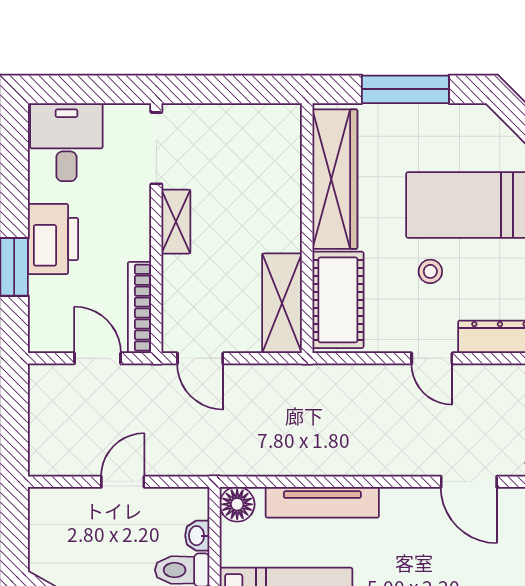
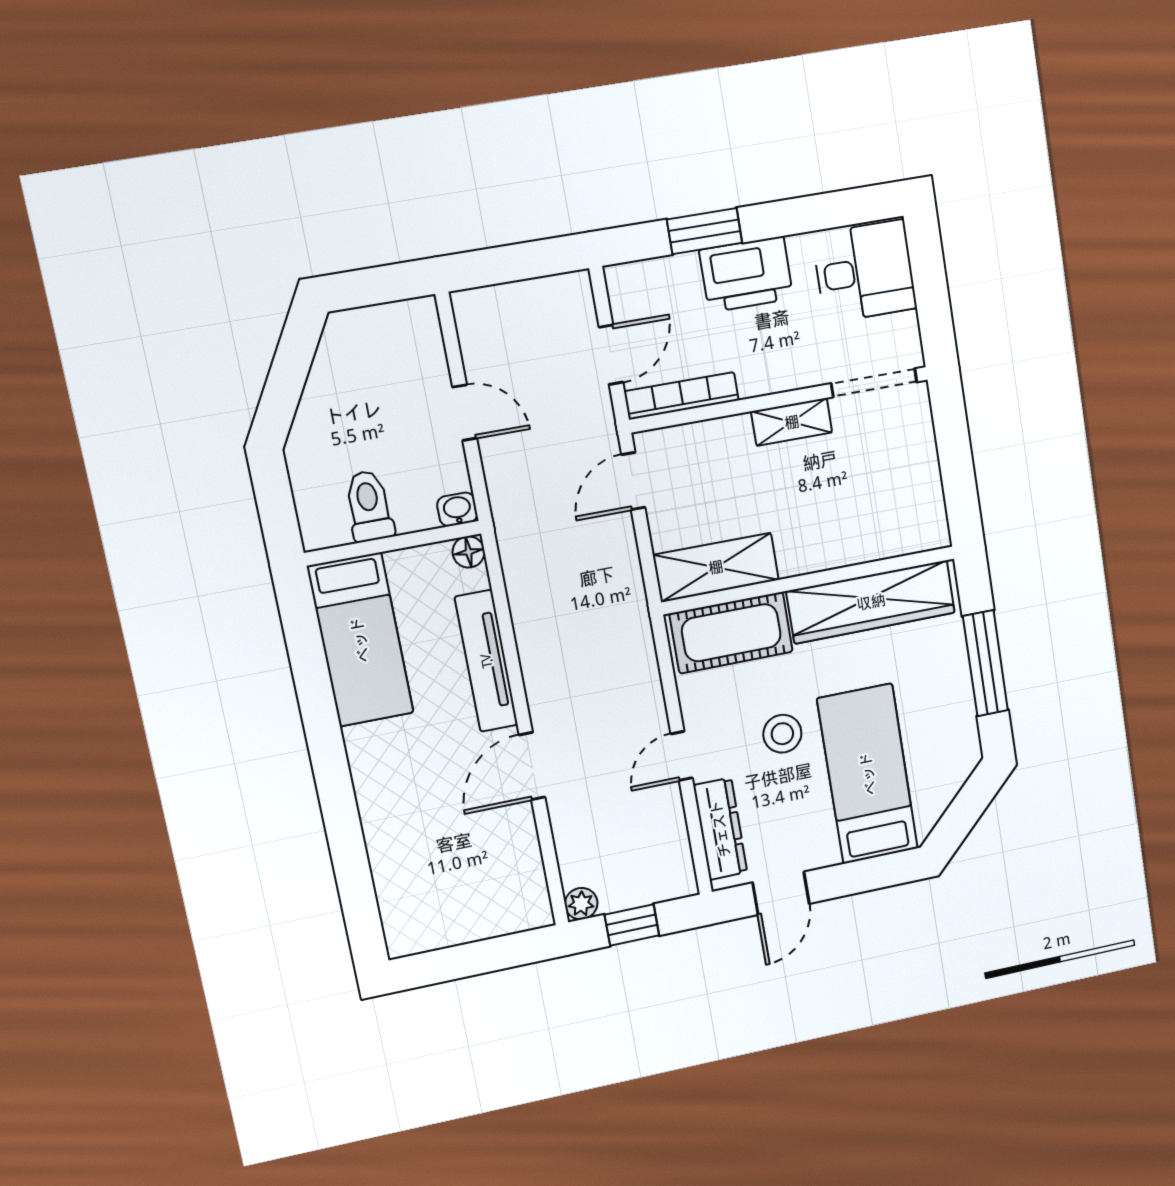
stool: (430, 271) -> (782, 734), width x1.37, depth x1.37
door: (469, 482) -> (532, 766), moved
floor lamp: (237, 504) -> (469, 552), width x0.73, depth x0.73
washbasin: (197, 536) -> (457, 509), moved

